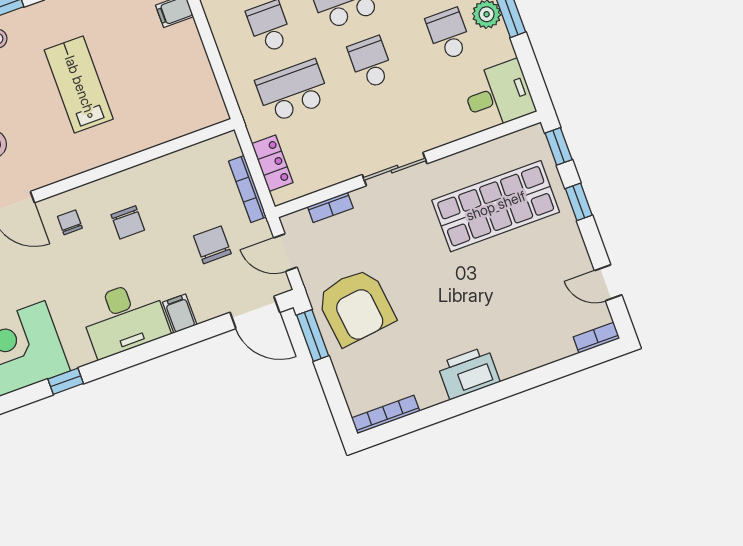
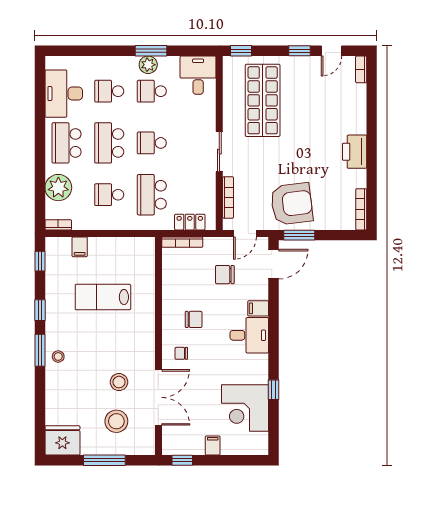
lab bench: (79, 84) -> (103, 297), moved
bookcase: (248, 189) -> (182, 242), moved
window: (579, 202) -> (300, 51), moved
bookcase: (330, 207) -> (228, 198), width x1.56
desk: (124, 318) -> (249, 335), width x0.73

